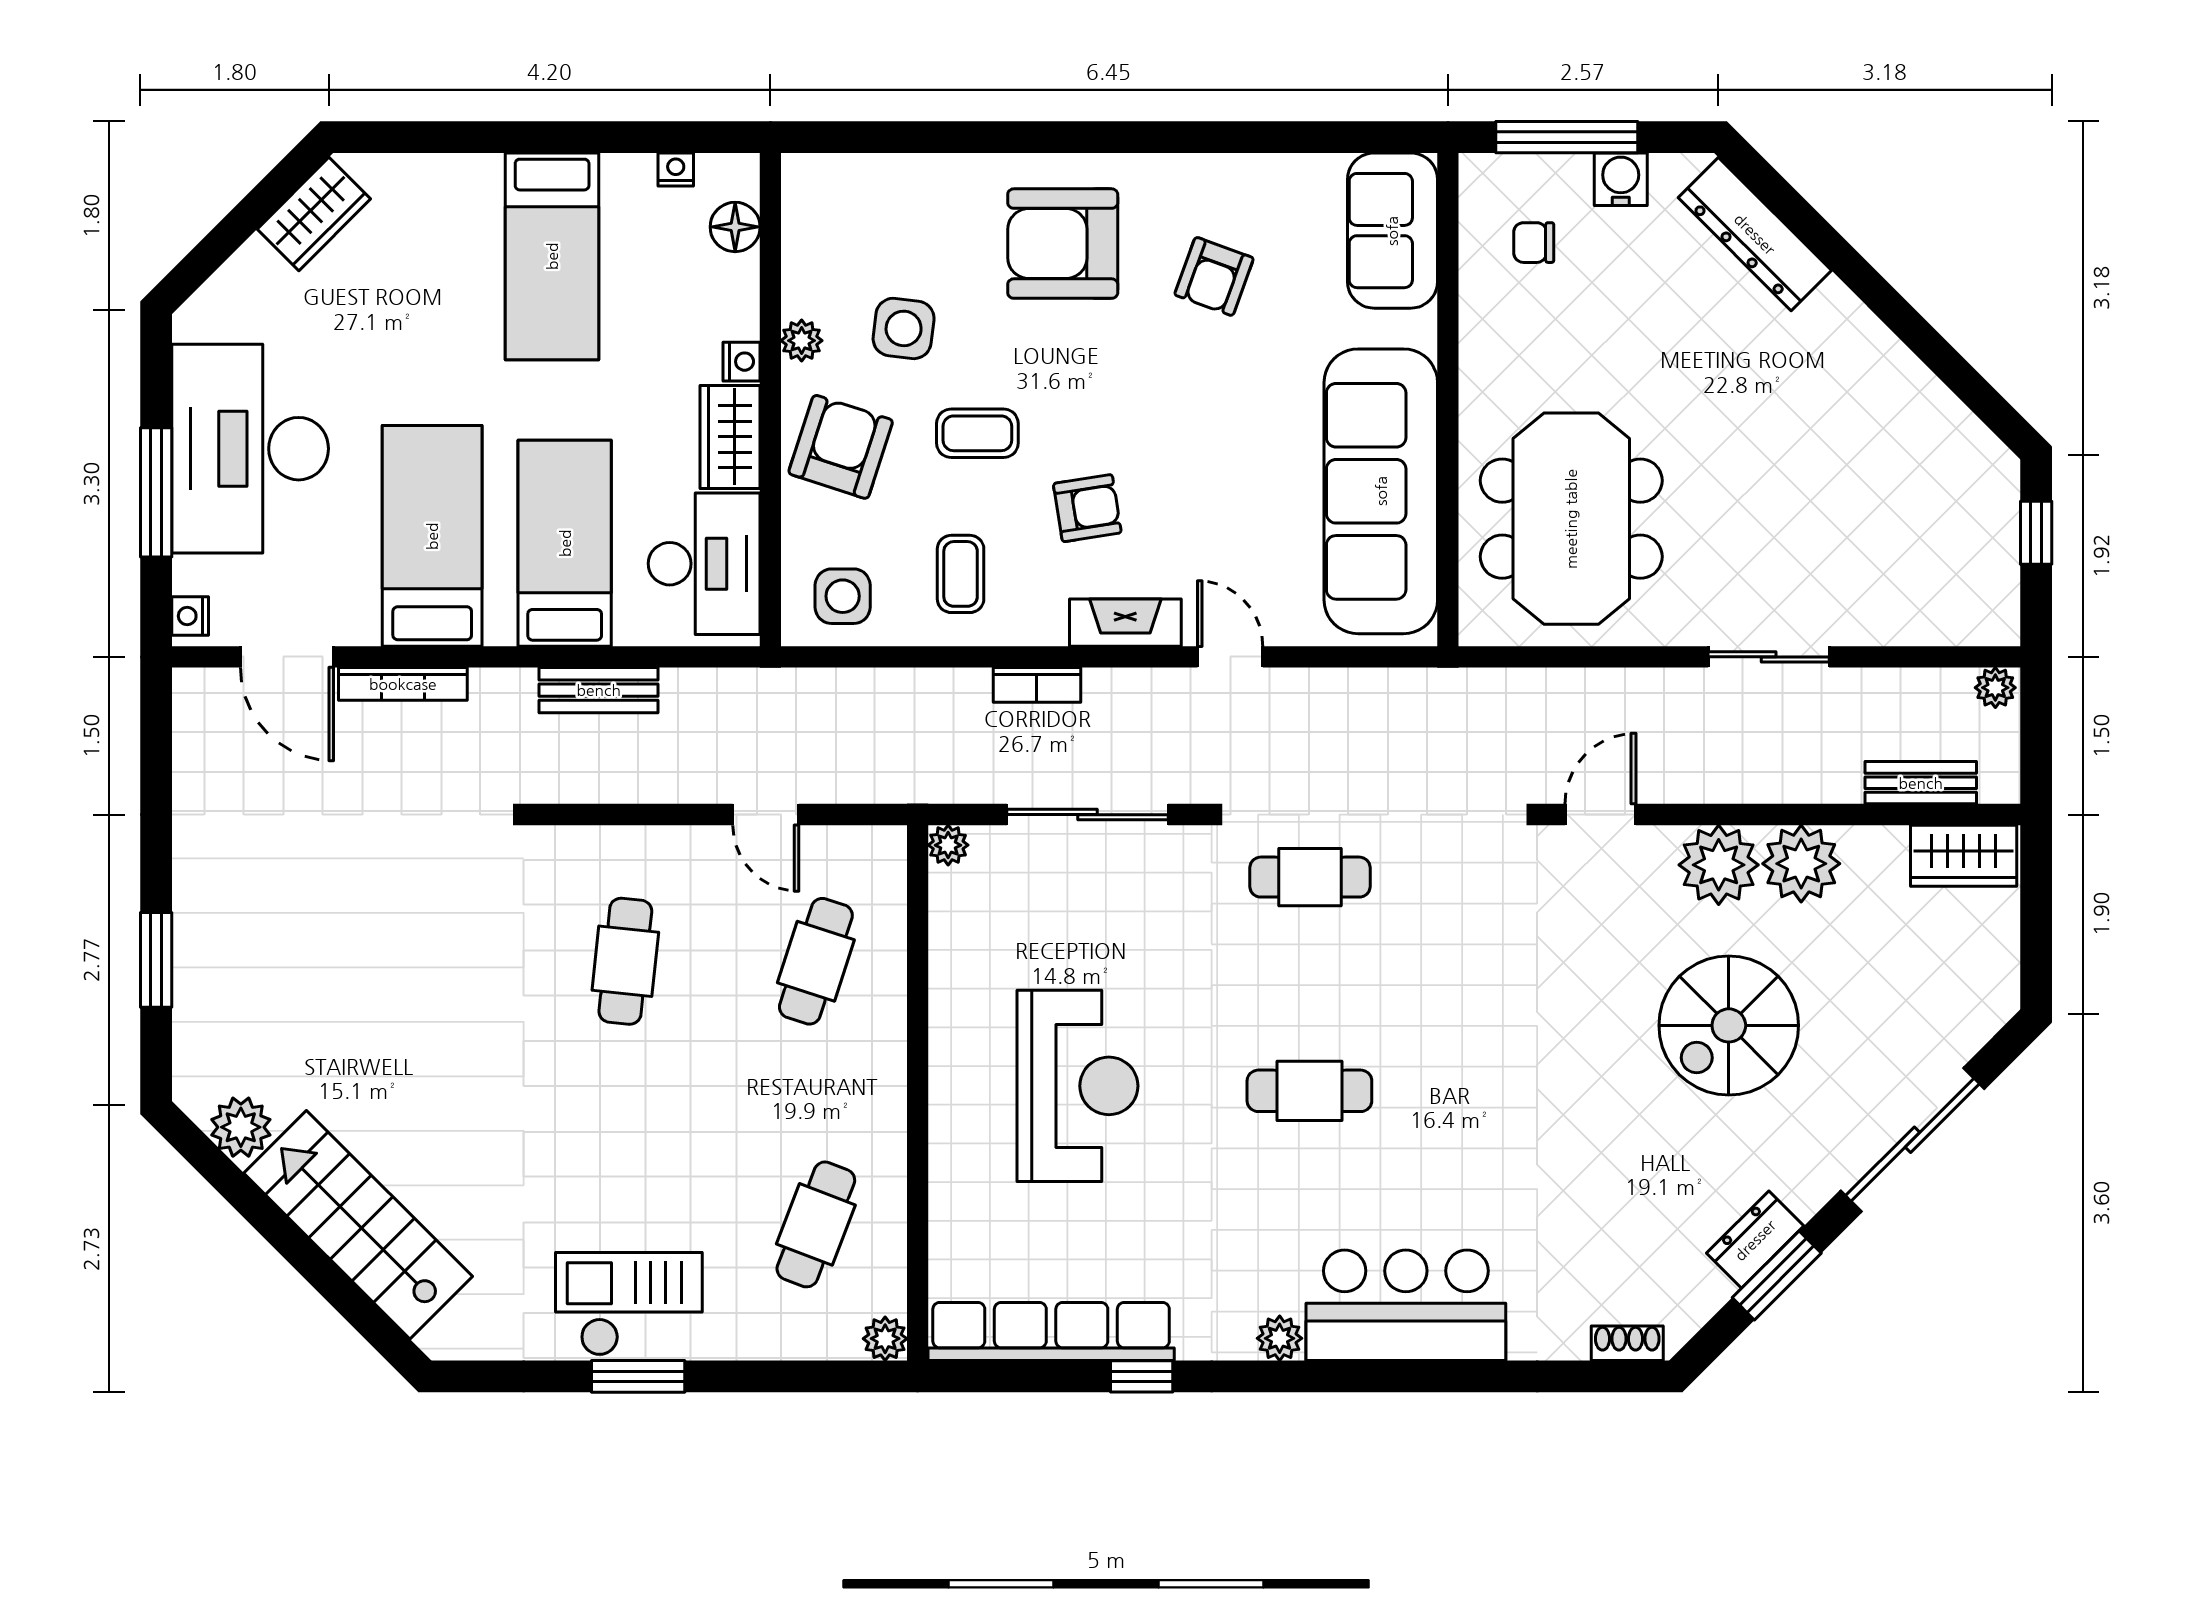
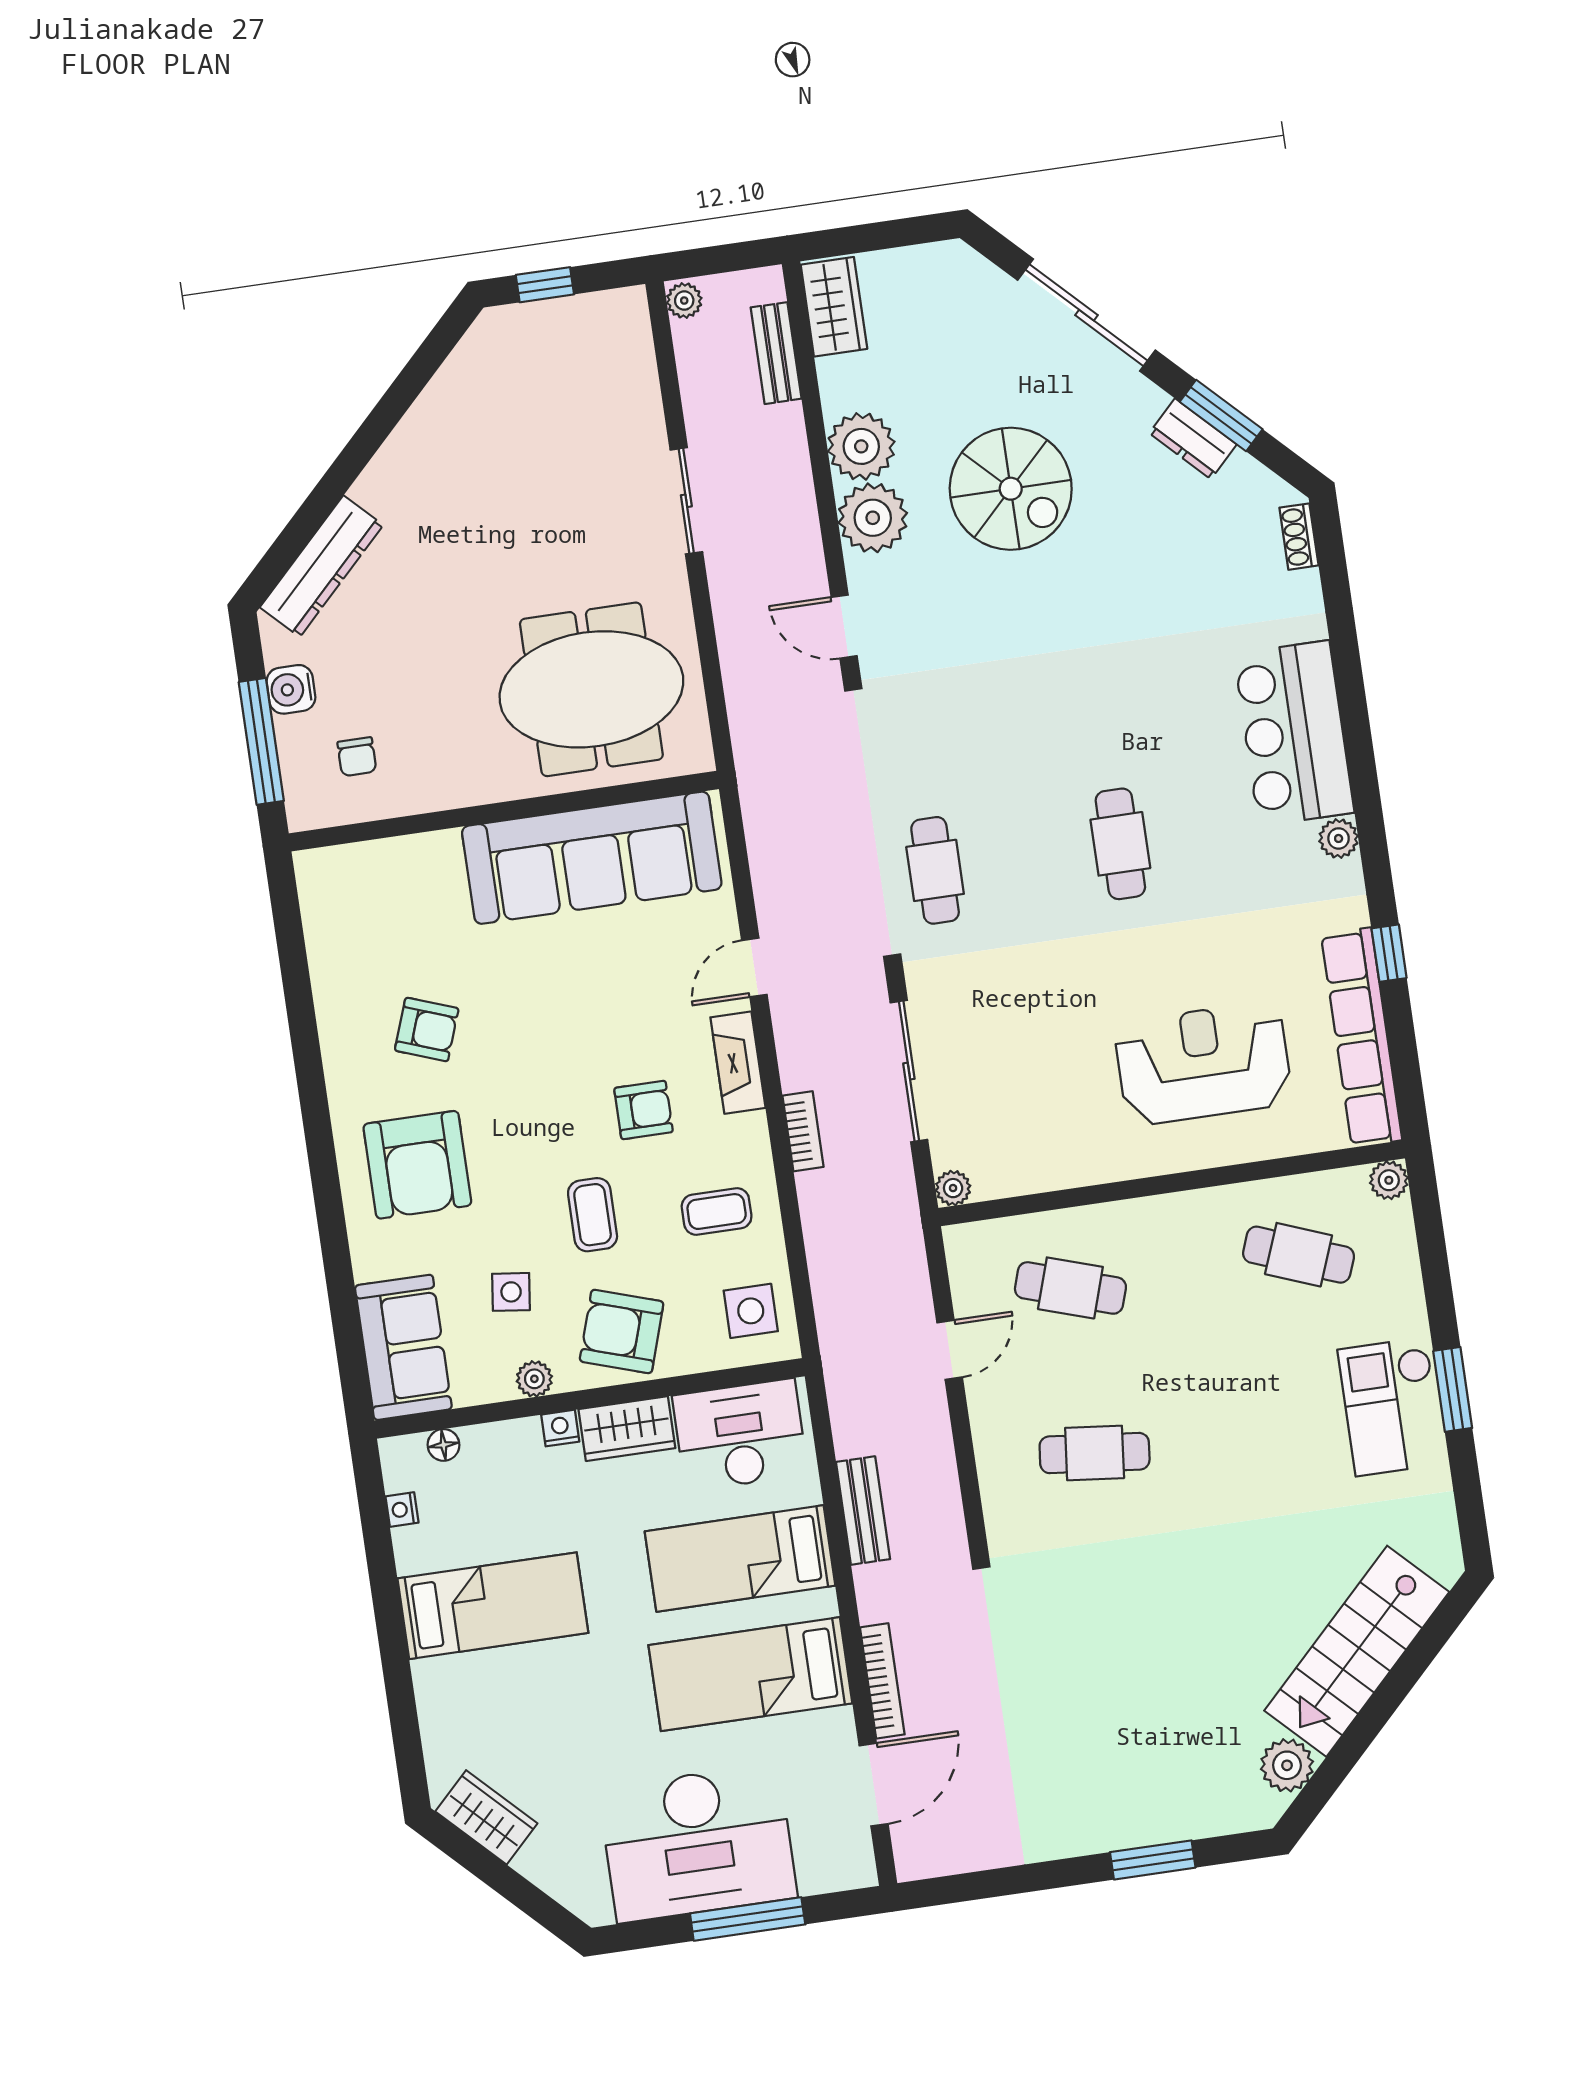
floor lamp: (735, 227) -> (443, 1445), width x0.73, depth x0.73
sofa: (1392, 231) -> (403, 1347), moved, turned -90
side table: (904, 328) -> (511, 1292), width x0.73, depth x0.73
armchair: (1087, 508) -> (643, 1110), turned 99
nightstand: (190, 616) -> (850, 1874), removed
reception desk: (1078, 1086) -> (1203, 1063), moved

